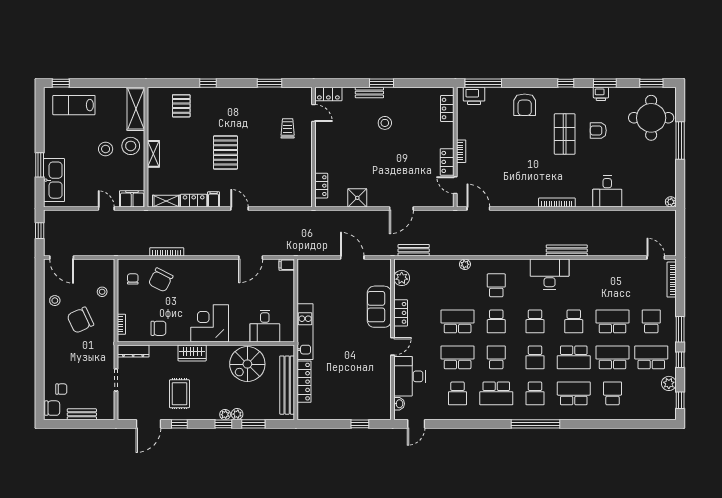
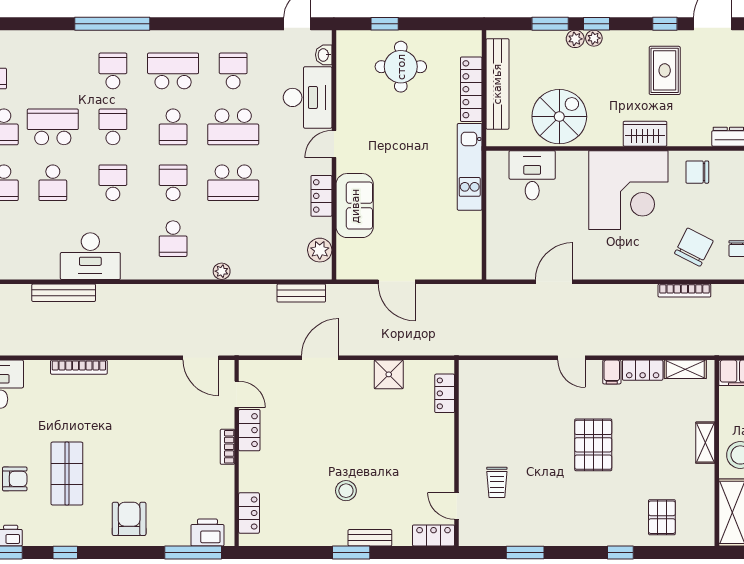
filing cabinet: (287, 265) -> (498, 271), removed
school desk: (574, 321) -> (53, 183), turned 180
corner desk: (210, 323) -> (628, 190), width x1.36, depth x1.36
school desk: (574, 393) -> (53, 71), removed
round table: (349, 396) -> (401, 67), added

